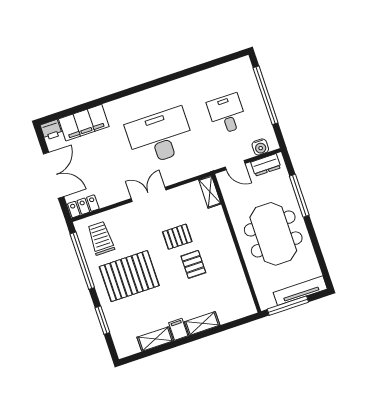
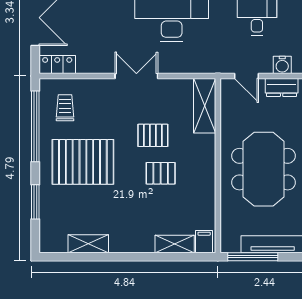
shelving: (210, 192) -> (205, 106), width x1.50, depth x1.33
trolley: (101, 238) -> (65, 108), width x0.73, depth x0.72
pallet: (193, 264) -> (161, 173), turned 90
shelving: (202, 323) -> (175, 244), moved
filing cabinet: (178, 329) -> (204, 242), moved

